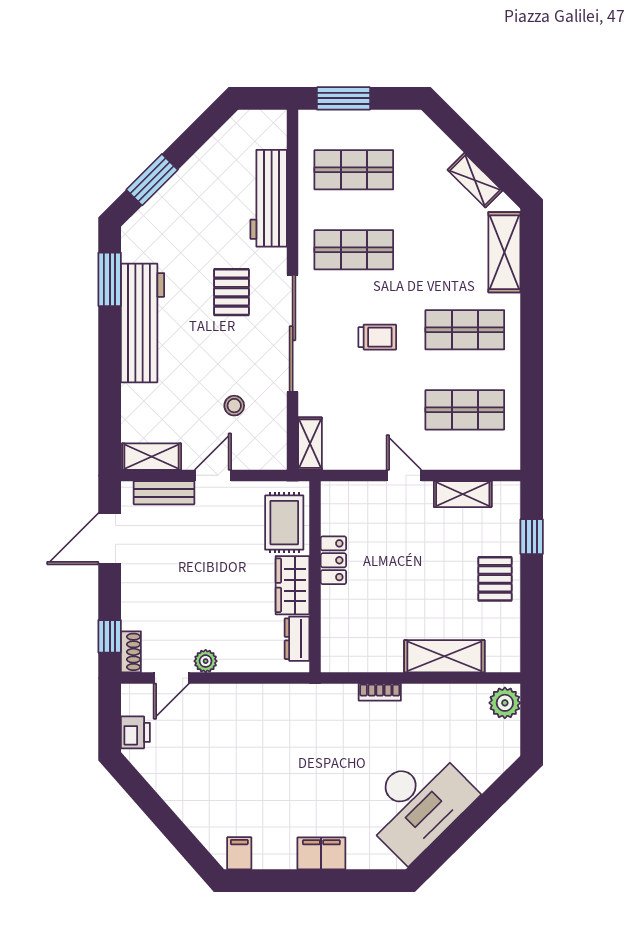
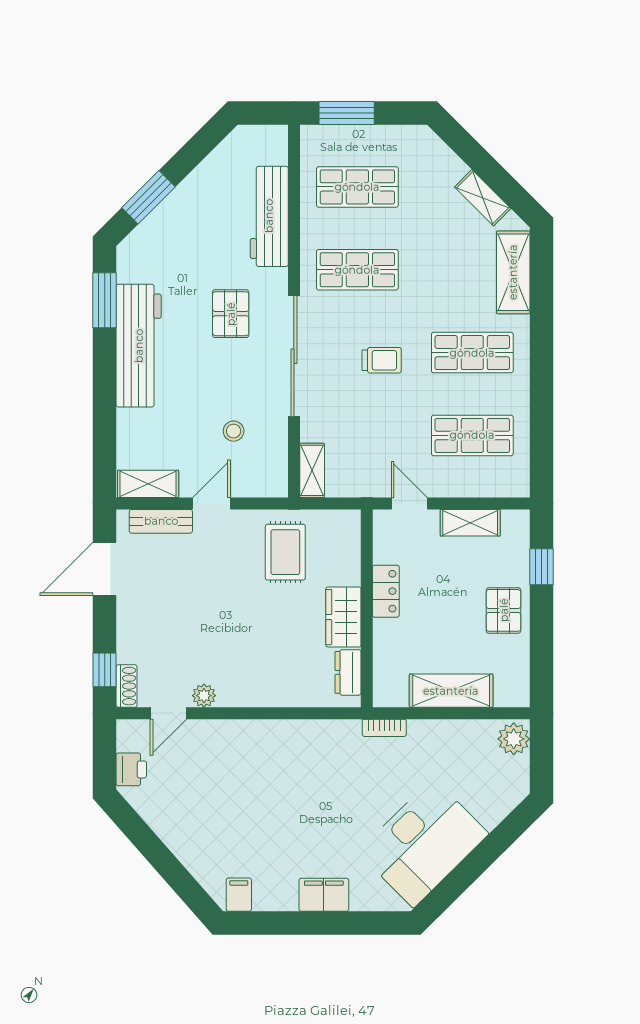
locker: (333, 560) -> (386, 591), moved
wall: (315, 577) -> (367, 608), moved
wardrobe: (293, 585) -> (343, 617), moved
dresser: (297, 639) -> (348, 672), moved

